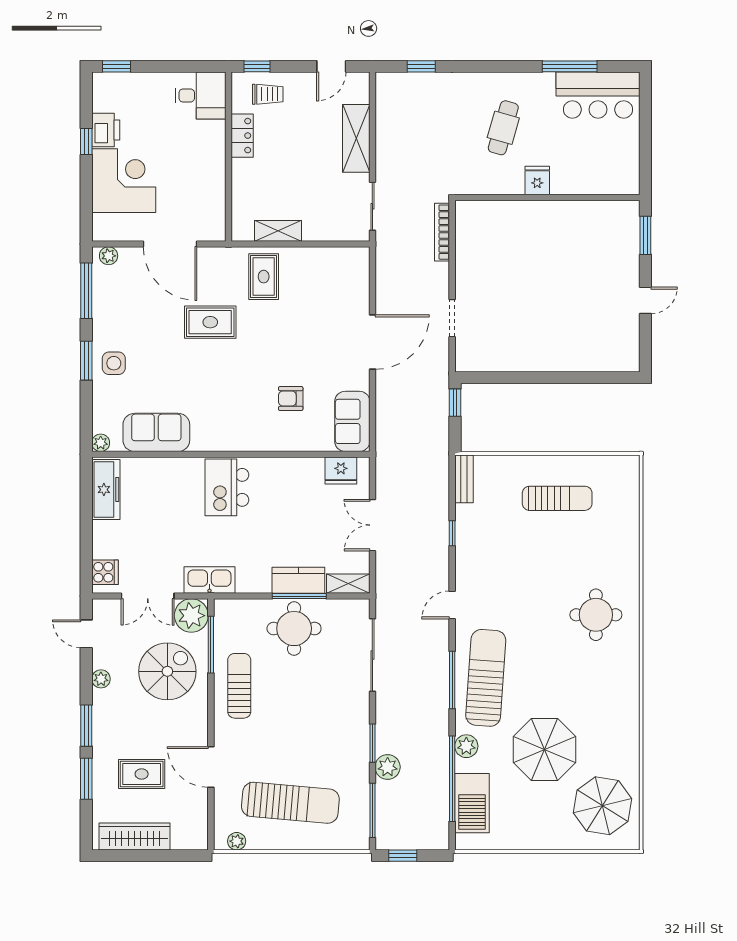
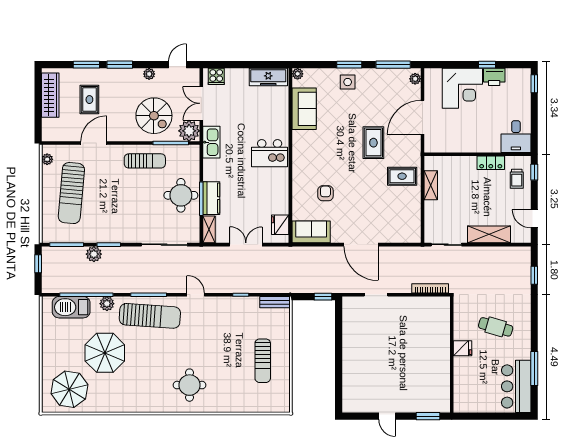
kitchen island: (227, 487) -> (270, 153), turned 180

